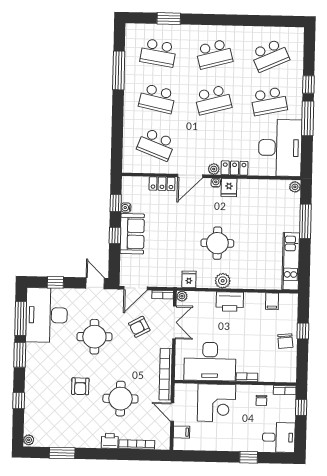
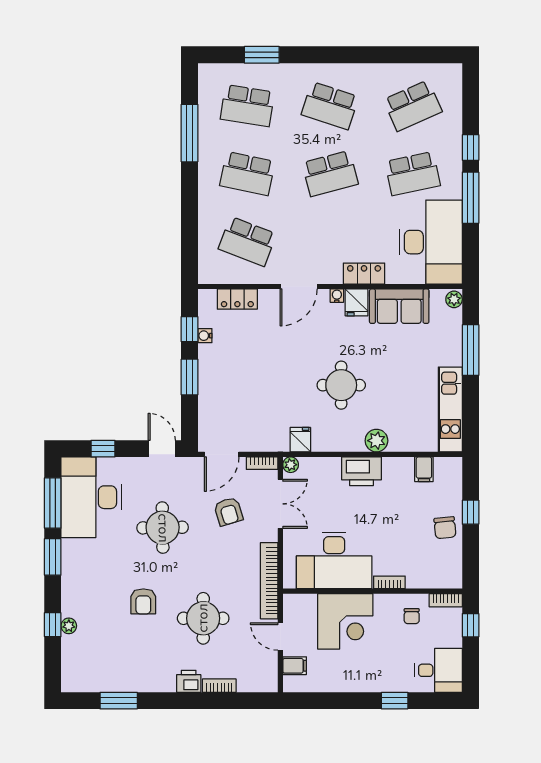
school desk: (214, 54) -> (330, 106), turned 33
plant: (214, 169) -> (333, 276), removed
locker: (162, 184) -> (237, 299), moved
sofa: (132, 234) -> (399, 306), moved, turned 90
window: (115, 235) -> (189, 377), width x1.50
plant: (223, 281) -> (376, 441), moved
armchair: (139, 327) -> (228, 511), turned -79
plant: (29, 440) -> (69, 626), moved
bookcase: (137, 445) -> (219, 686), width x0.64

